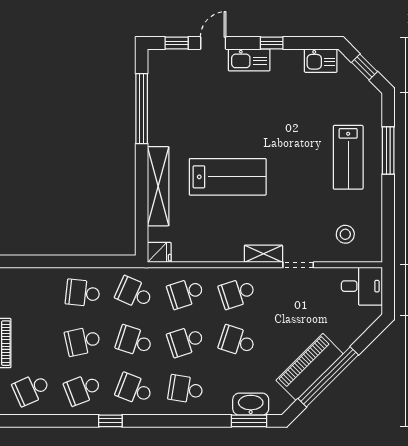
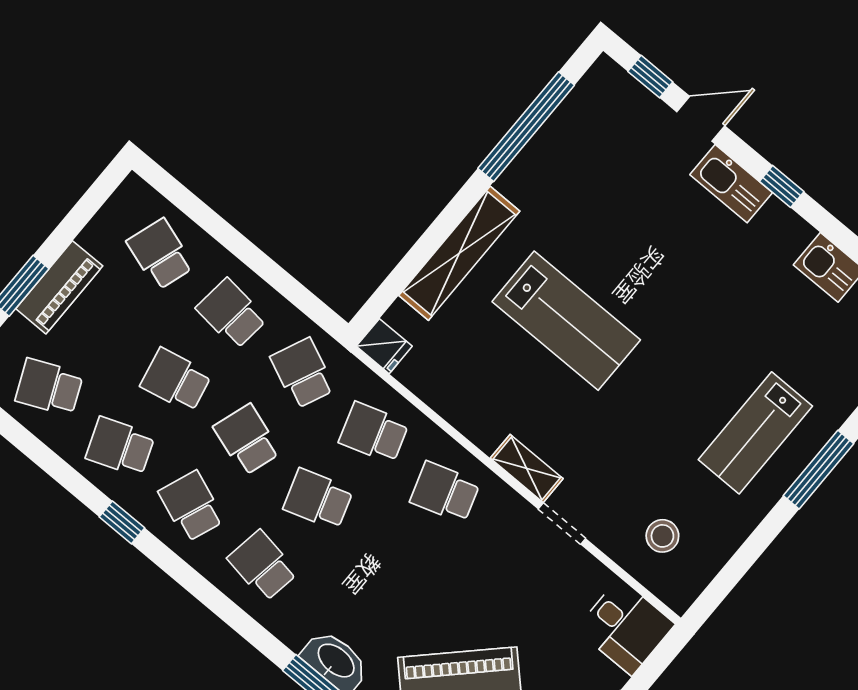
school desk: (237, 341) -> (160, 254), moved

